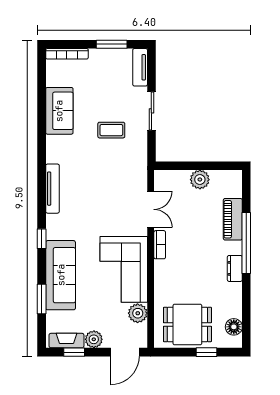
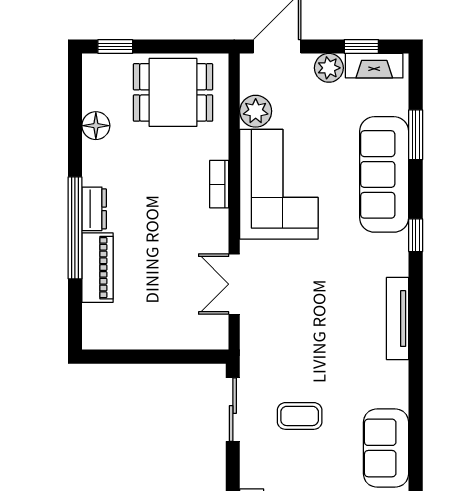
sliding door: (151, 111) -> (233, 410), moved
plant: (200, 180) -> (152, 334), removed
bookcase: (160, 245) -> (219, 184), moved
dresser: (235, 268) -> (94, 209), moved
floor lamp: (234, 327) -> (96, 126), moved
window: (206, 352) -> (115, 46), moved

